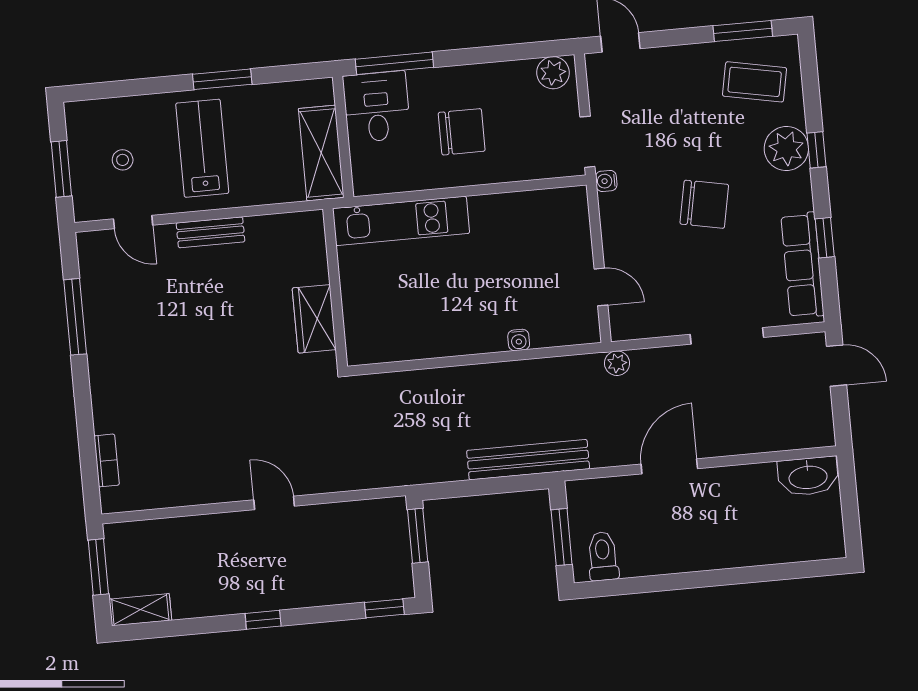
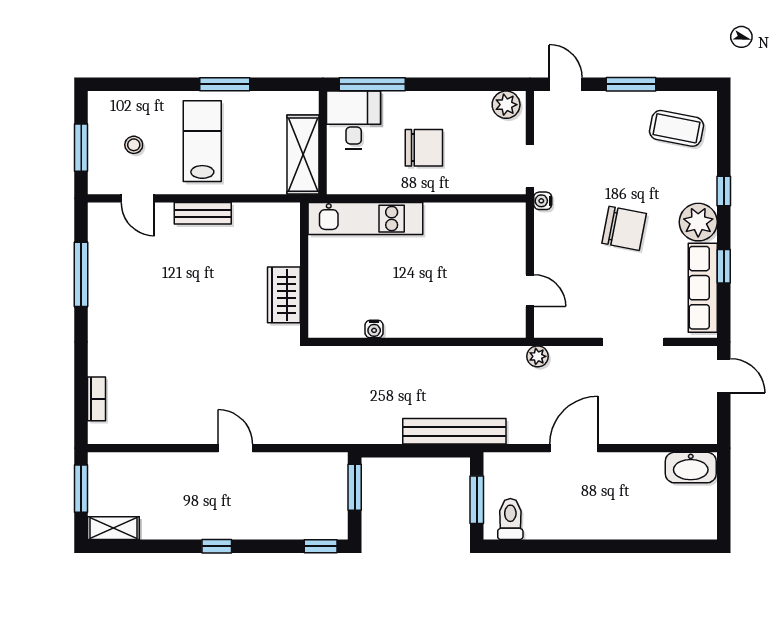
window: (743, 31) -> (631, 84), moved
plant: (786, 148) -> (698, 222), moved
water cooler: (519, 340) -> (374, 329), moved

